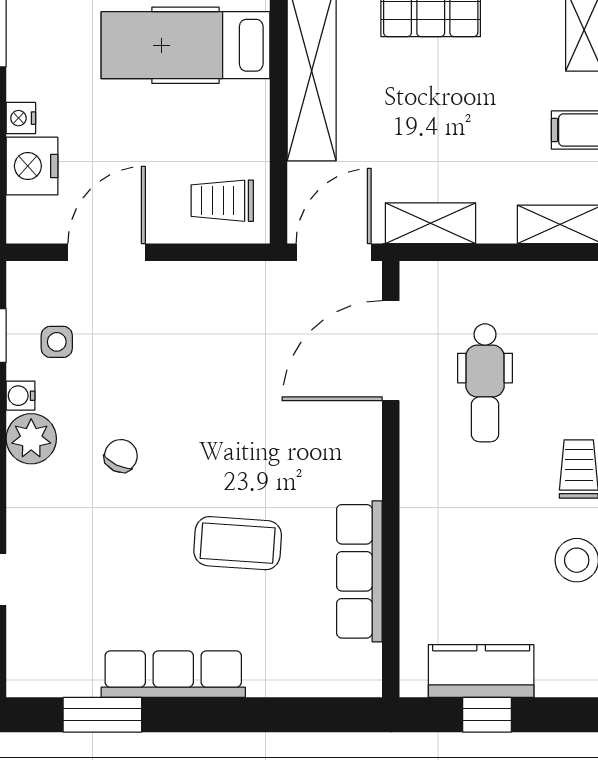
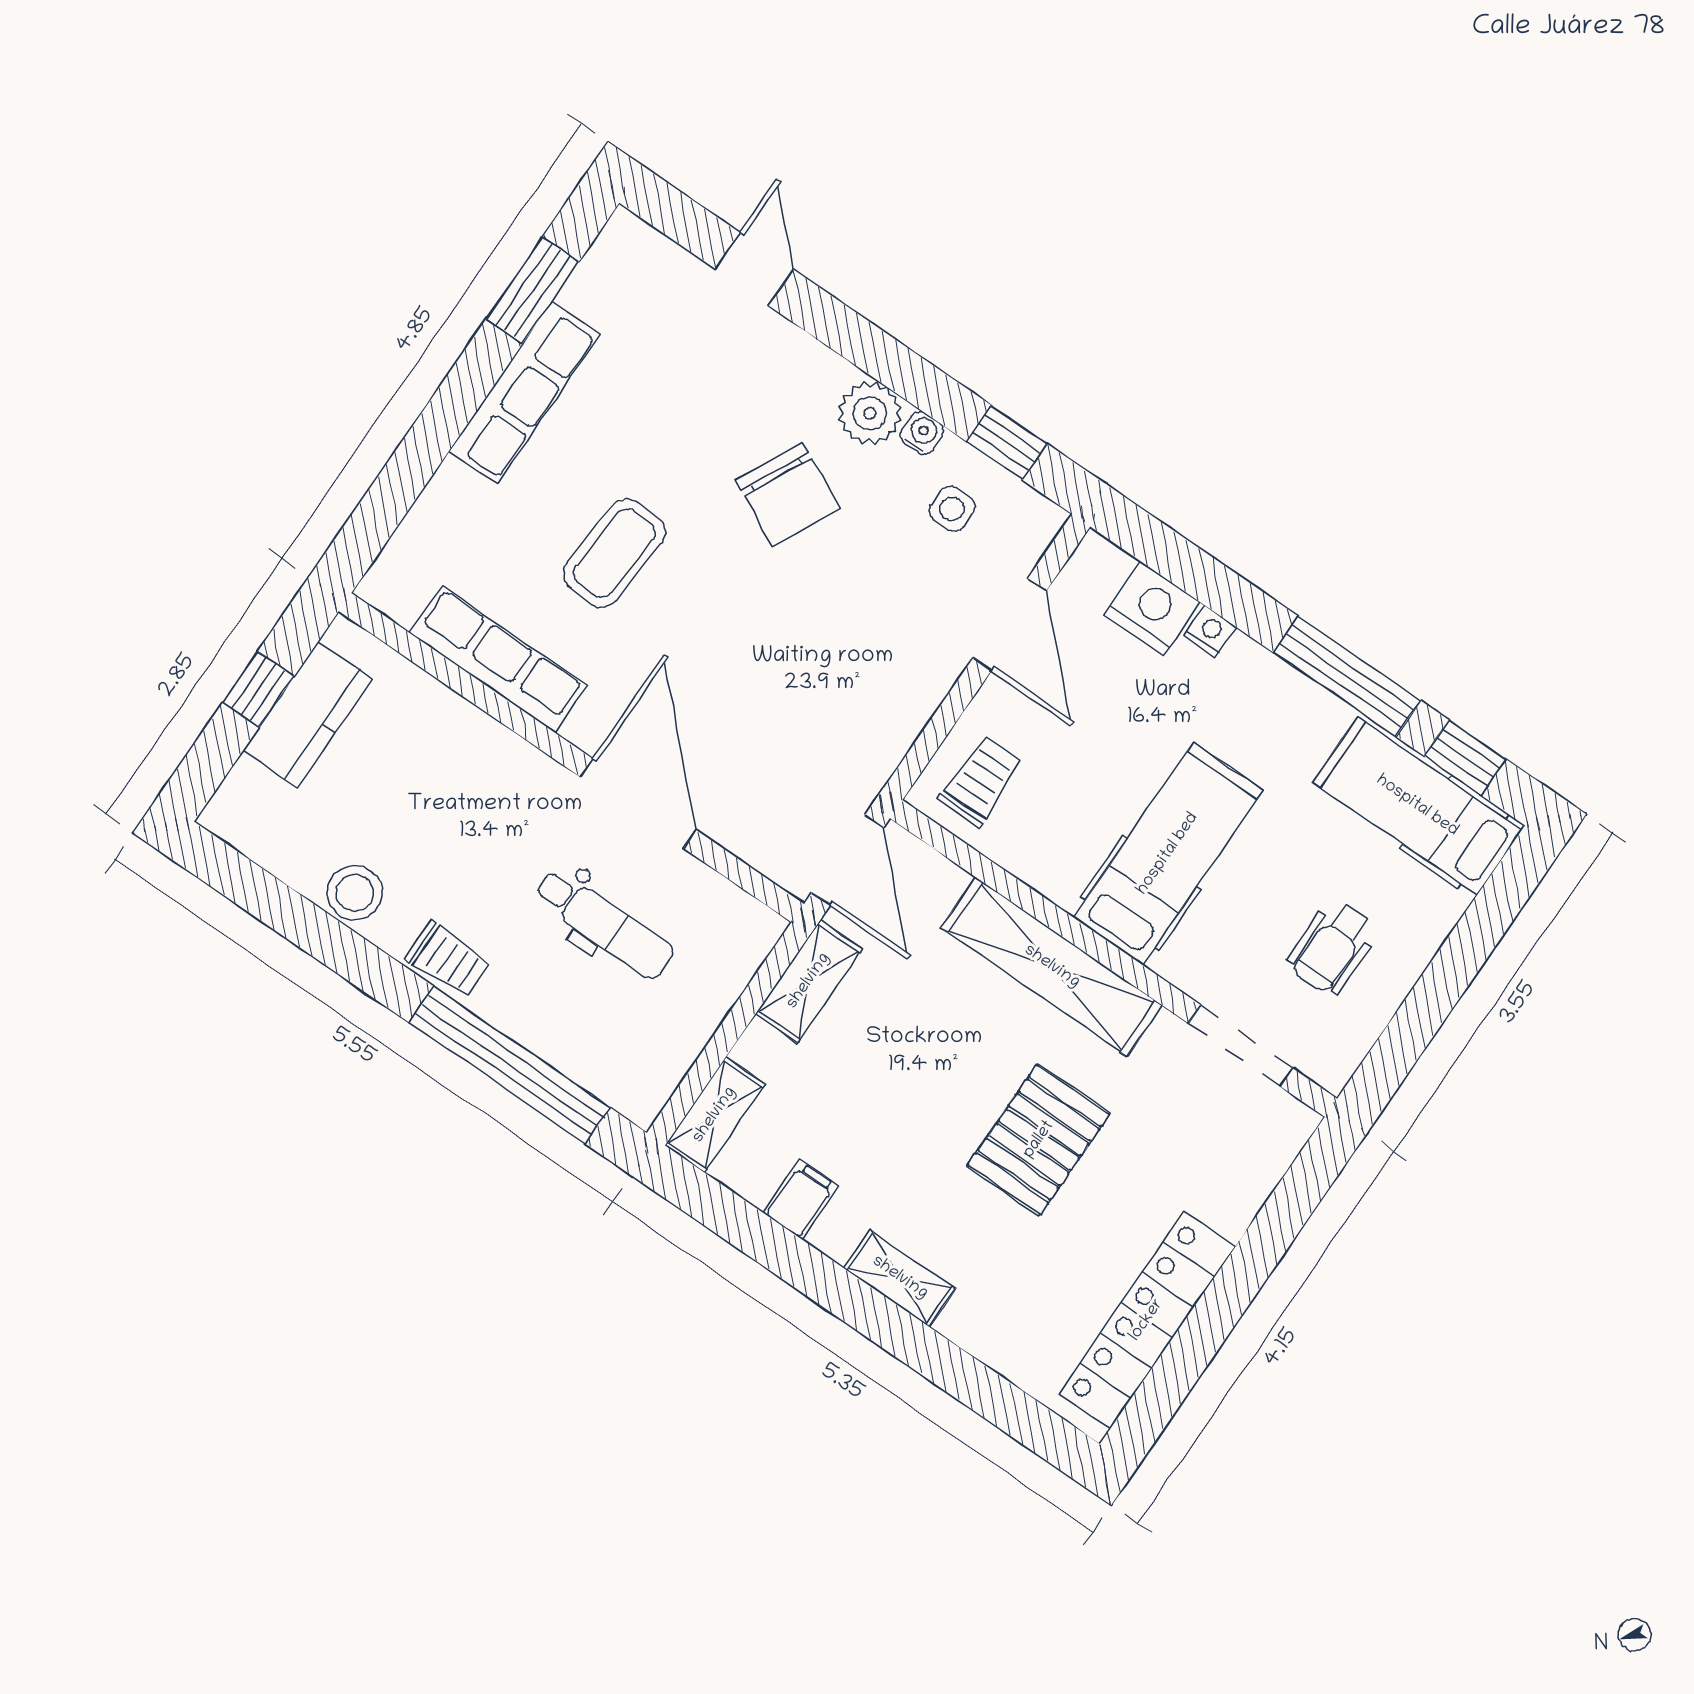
door: (391, 351) -> (638, 803), moved
dental chair: (485, 383) -> (604, 924), turned 180
chair: (121, 456) -> (788, 494), width x1.87, depth x1.87

